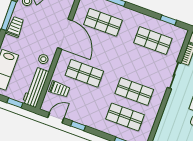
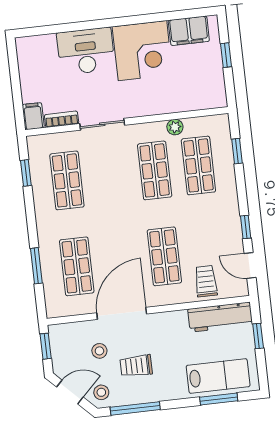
trolley: (15, 27) -> (136, 366), moved
stool: (43, 59) -> (99, 351), moved
plant: (153, 115) -> (175, 127), added

